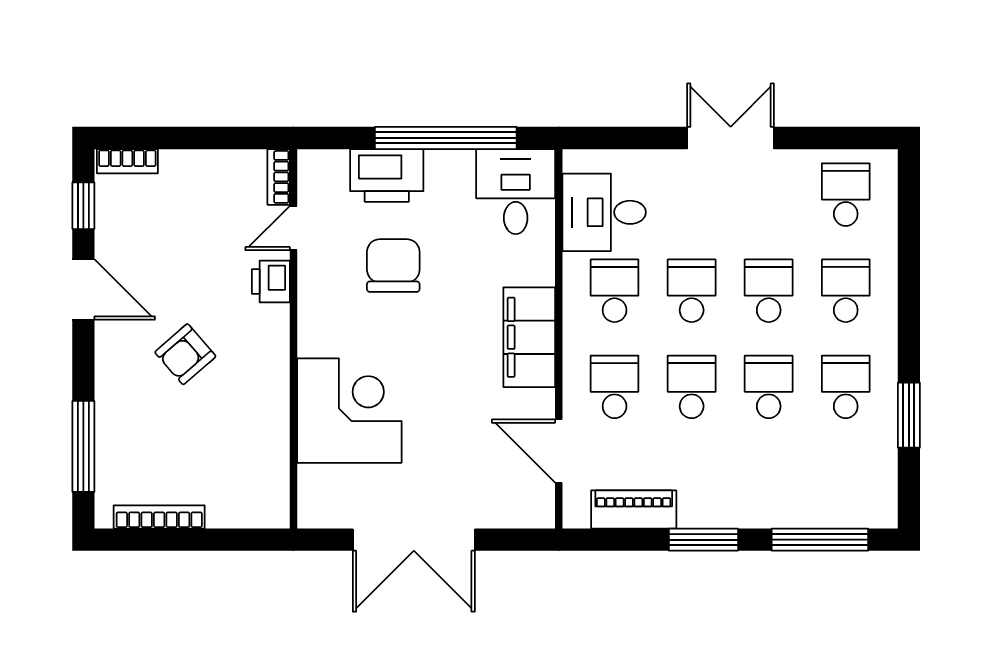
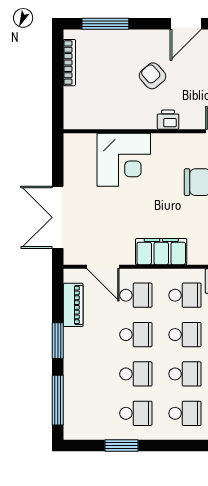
printer: (271, 281) -> (168, 120), moved
door: (559, 451) -> (103, 267), swing flipped
double door: (414, 540) -> (58, 217), moved

